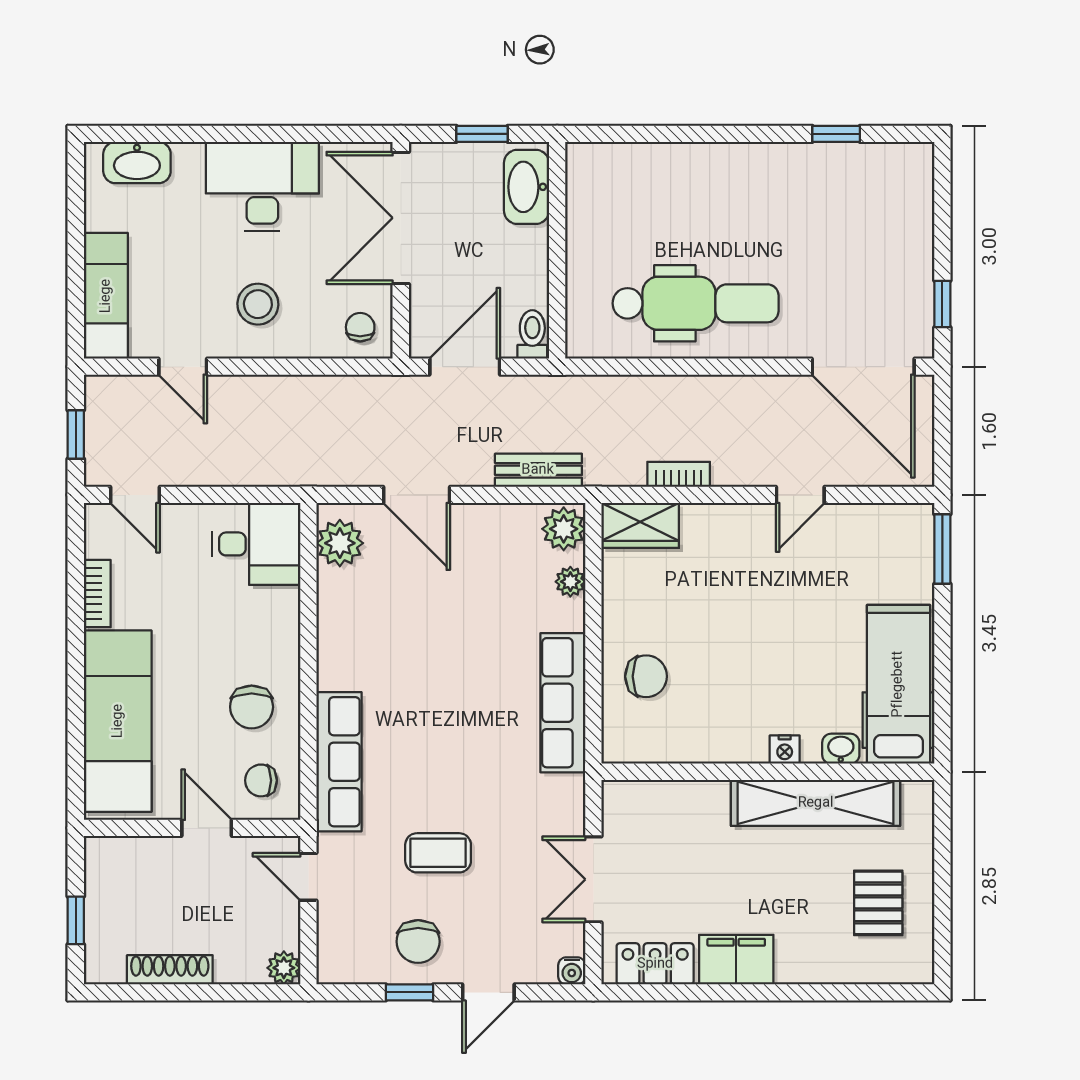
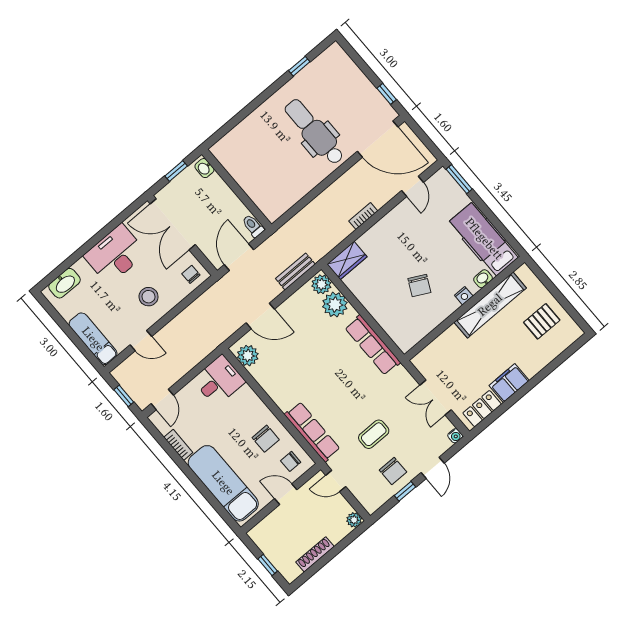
washbasin: (527, 187) -> (204, 168), width x0.52, depth x0.69
dental chair: (696, 303) -> (314, 132), moved, turned -90
bookcase: (679, 474) -> (363, 216), moved
door: (135, 495) -> (162, 399), hinge flipped
door: (800, 495) -> (413, 186), moved
plant: (570, 582) -> (335, 305), width x1.88, depth x1.88
chair: (646, 676) -> (419, 285), moved, turned 117
pallet: (878, 903) -> (542, 321), turned 90

